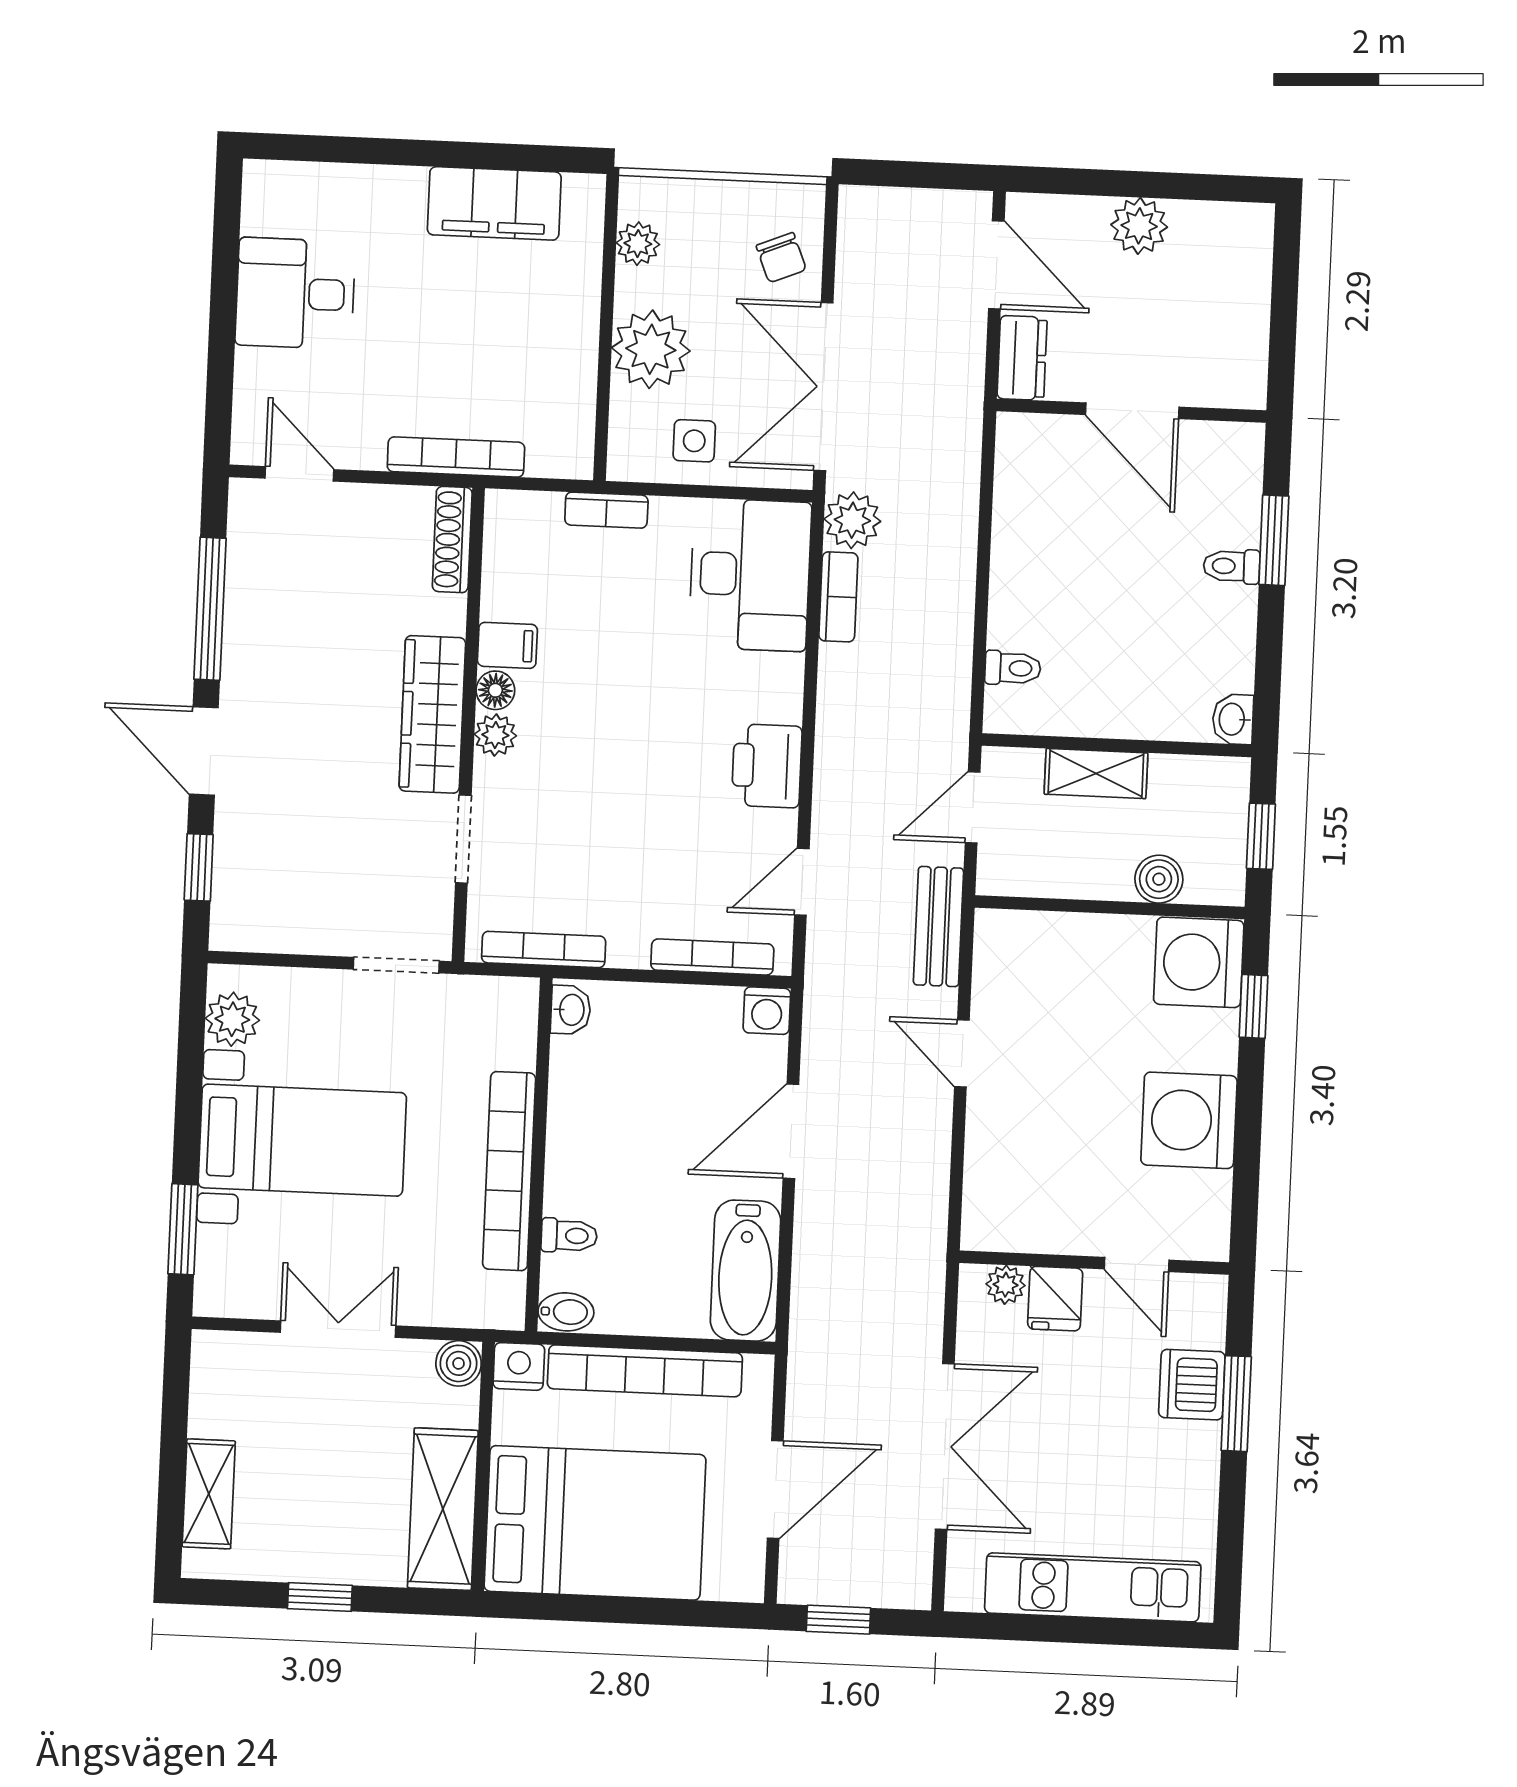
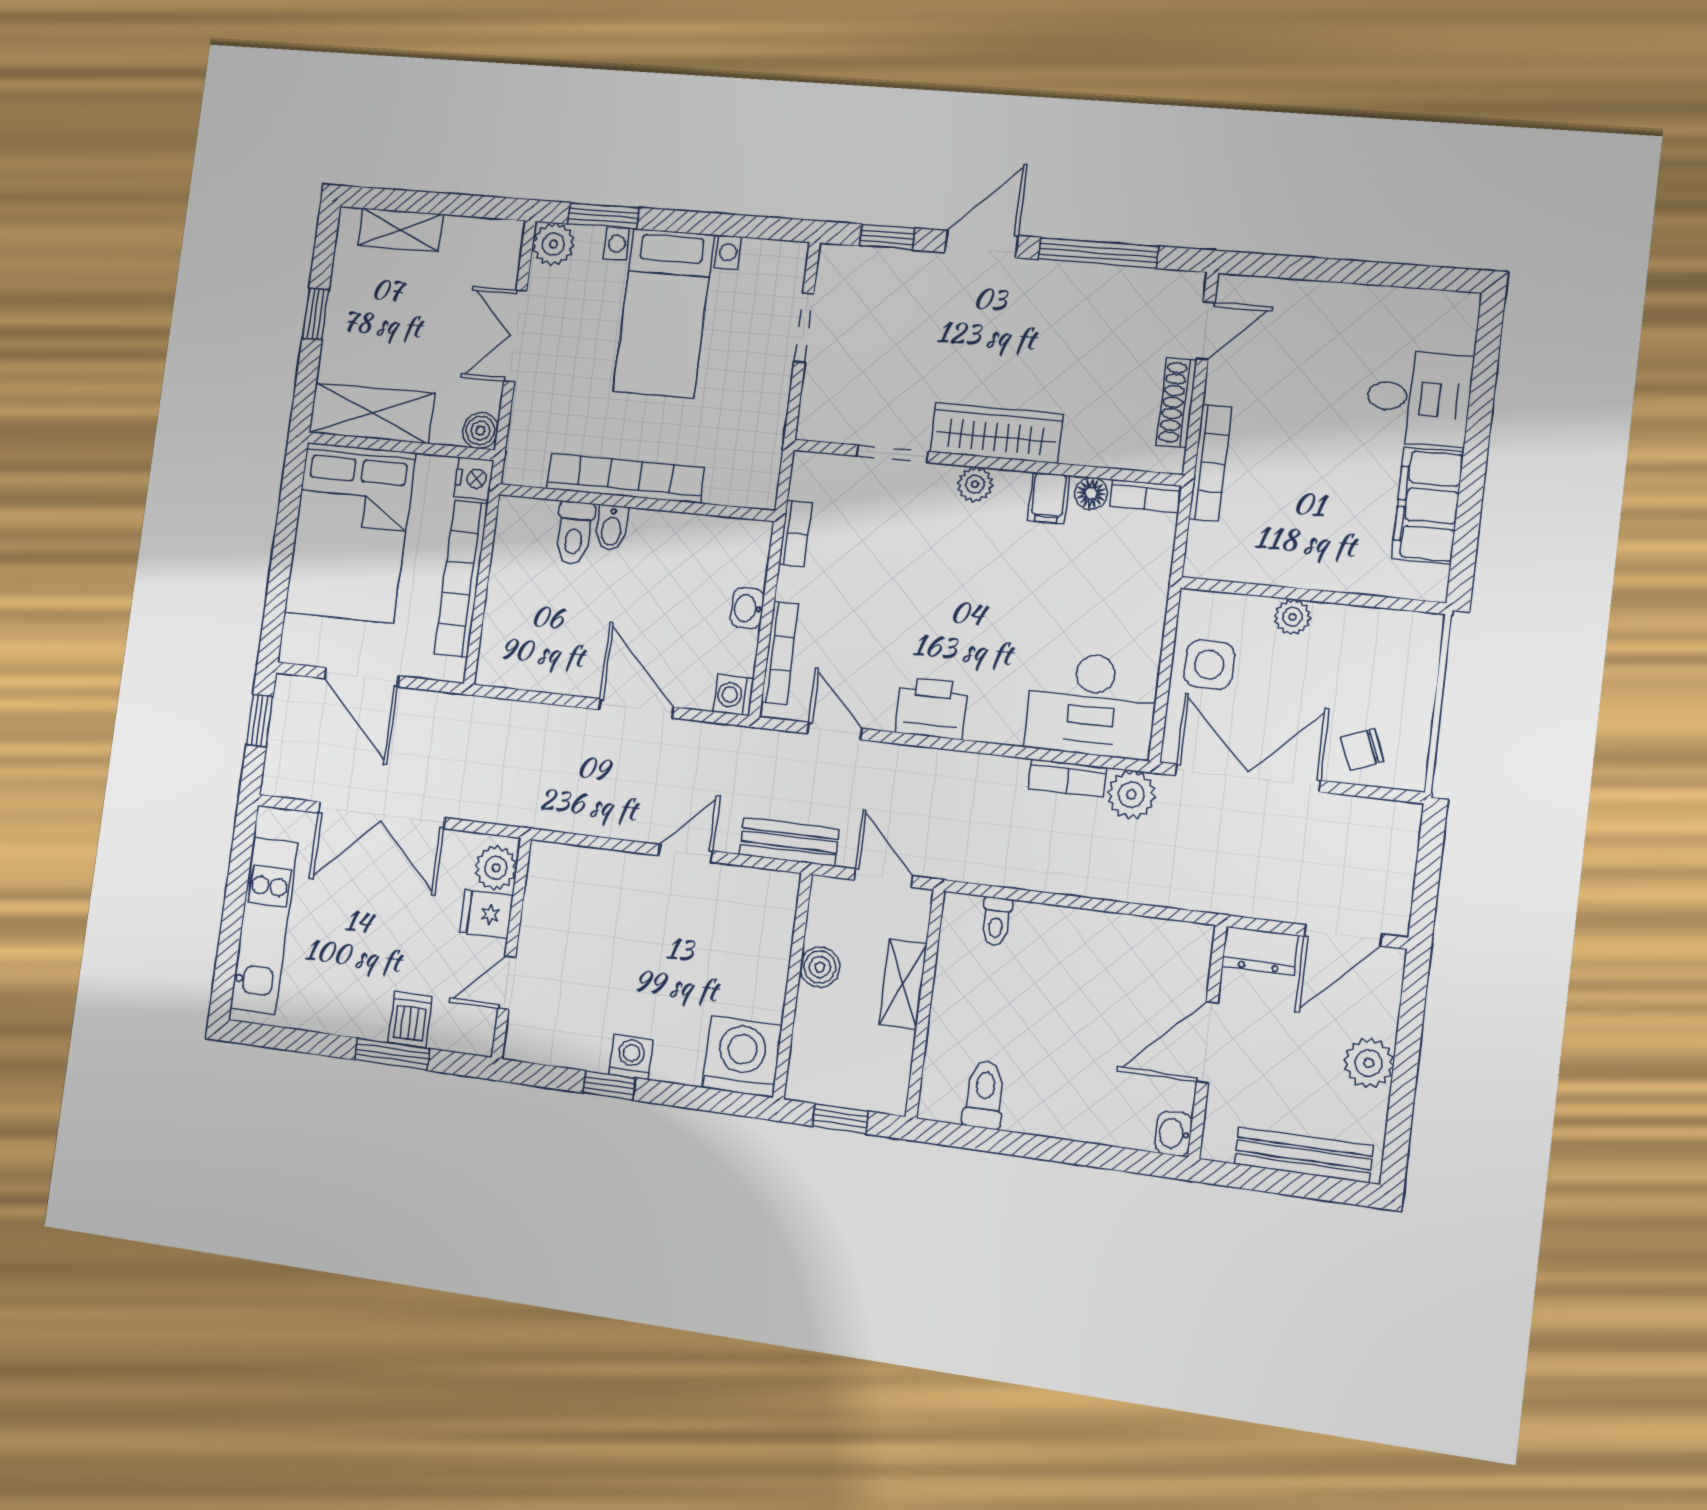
plant: (638, 244) -> (1384, 627), removed
bench: (1250, 292) -> (1304, 1155), added
desk: (295, 293) -> (1418, 398), moved, turned 90
plant: (651, 349) -> (1292, 617), width x0.53, depth x0.53
side table: (694, 441) -> (1209, 665), width x1.37, depth x1.37
bookcase: (606, 510) -> (1146, 496), moved, turned -90
shoe rack: (452, 540) -> (1177, 402), moved, turned -90
window: (1274, 540) -> (1087, 1154), removed
toilet: (1232, 566) -> (984, 1095), moved, width x1.37, depth x1.39
floor lamp: (495, 690) -> (1091, 493), moved
washbasin: (1233, 719) -> (1173, 1134), moved, turned -90
boiler: (1159, 879) -> (820, 967), moved
bookcase: (544, 949) -> (795, 533), width x0.64
doorway: (396, 965) -> (804, 327), moved
window: (1254, 1006) -> (609, 1085), moved
washbasin: (571, 1010) -> (747, 608), moved, turned 90
plant: (232, 1019) -> (553, 244), moved
washing machine: (1189, 1120) -> (631, 1057), width x0.53, depth x0.53
toilet: (569, 1236) -> (574, 533), width x1.37, depth x1.39
bathtub: (746, 1271) -> (531, 664), removed
plant: (1006, 1285) -> (496, 868), width x1.38, depth x1.38
bidet: (566, 1312) -> (611, 528), moved
double door: (338, 1329) -> (515, 336), swing flipped
dishwasher: (1192, 1385) -> (410, 1020), width x0.73

